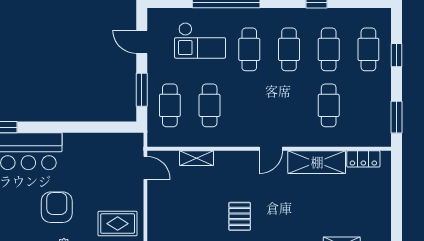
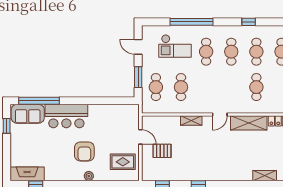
shelving: (197, 158) -> (191, 120), moved
door: (145, 168) -> (140, 137), moved
armchair: (57, 207) -> (84, 151), turned 180
pallet: (240, 216) -> (162, 151), moved, turned 90

